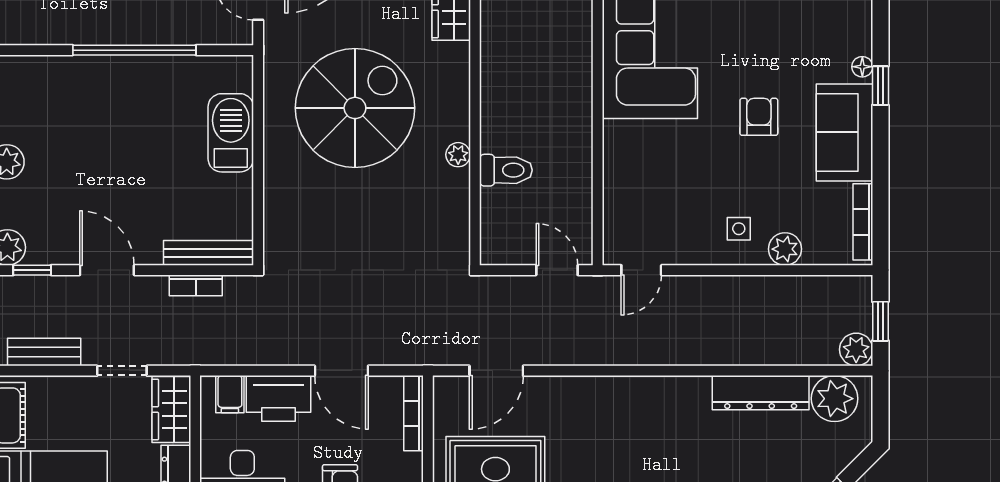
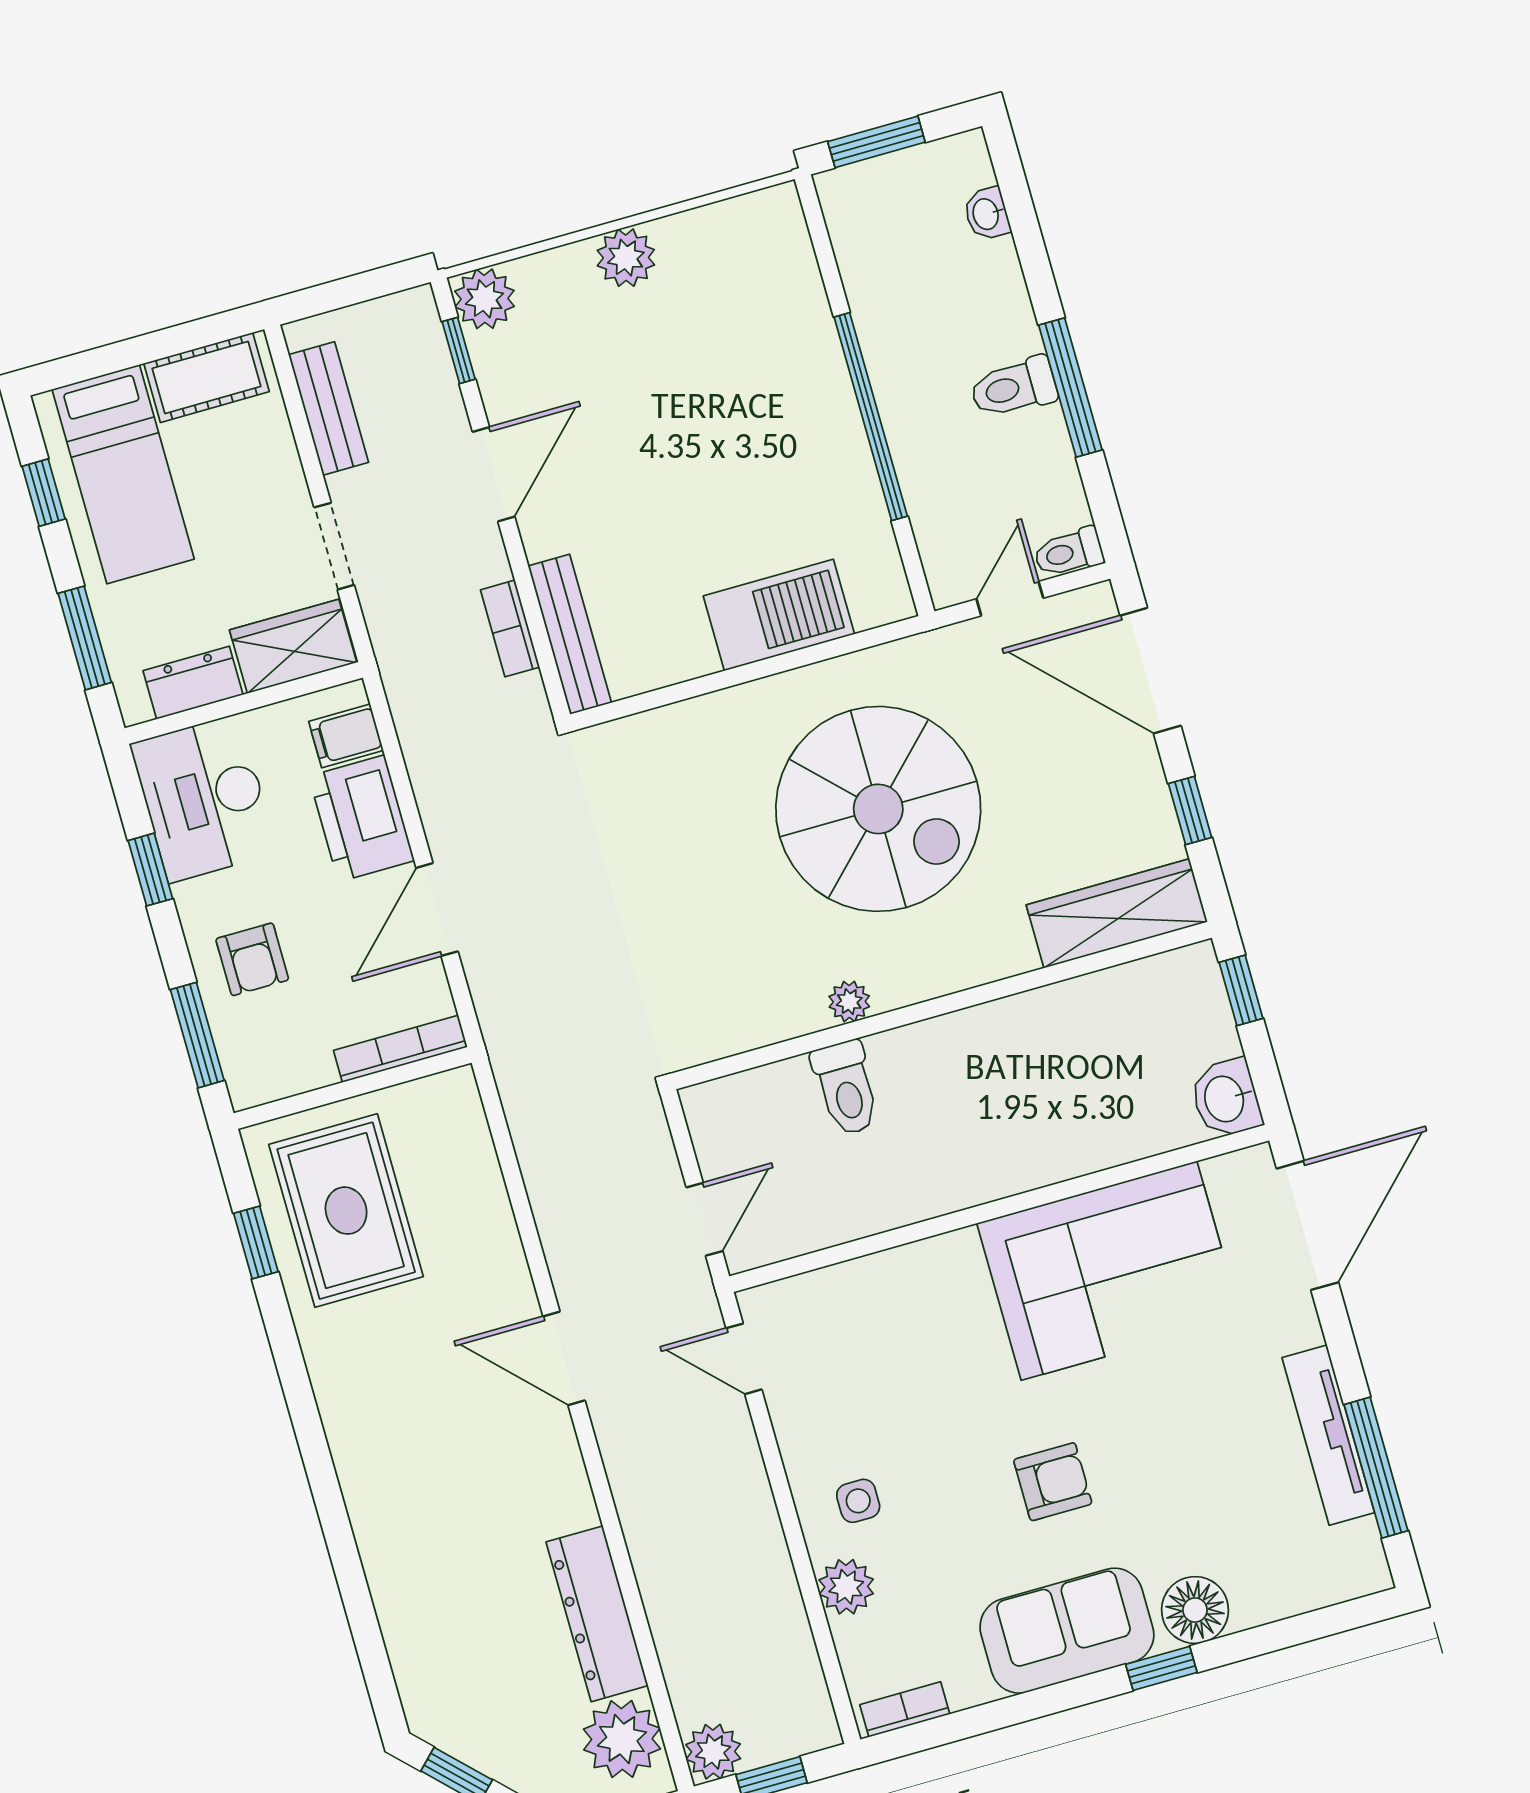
floor lamp: (862, 67) -> (1195, 1610), width x1.89, depth x1.89
bookcase: (863, 222) -> (905, 1709), width x0.64
door: (496, 371) -> (564, 1358), moved

